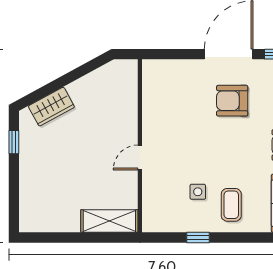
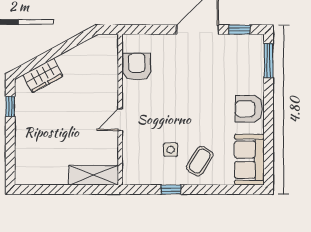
armchair: (232, 101) -> (137, 67), moved, turned 90
coffee table: (231, 205) -> (200, 161), turned 32

